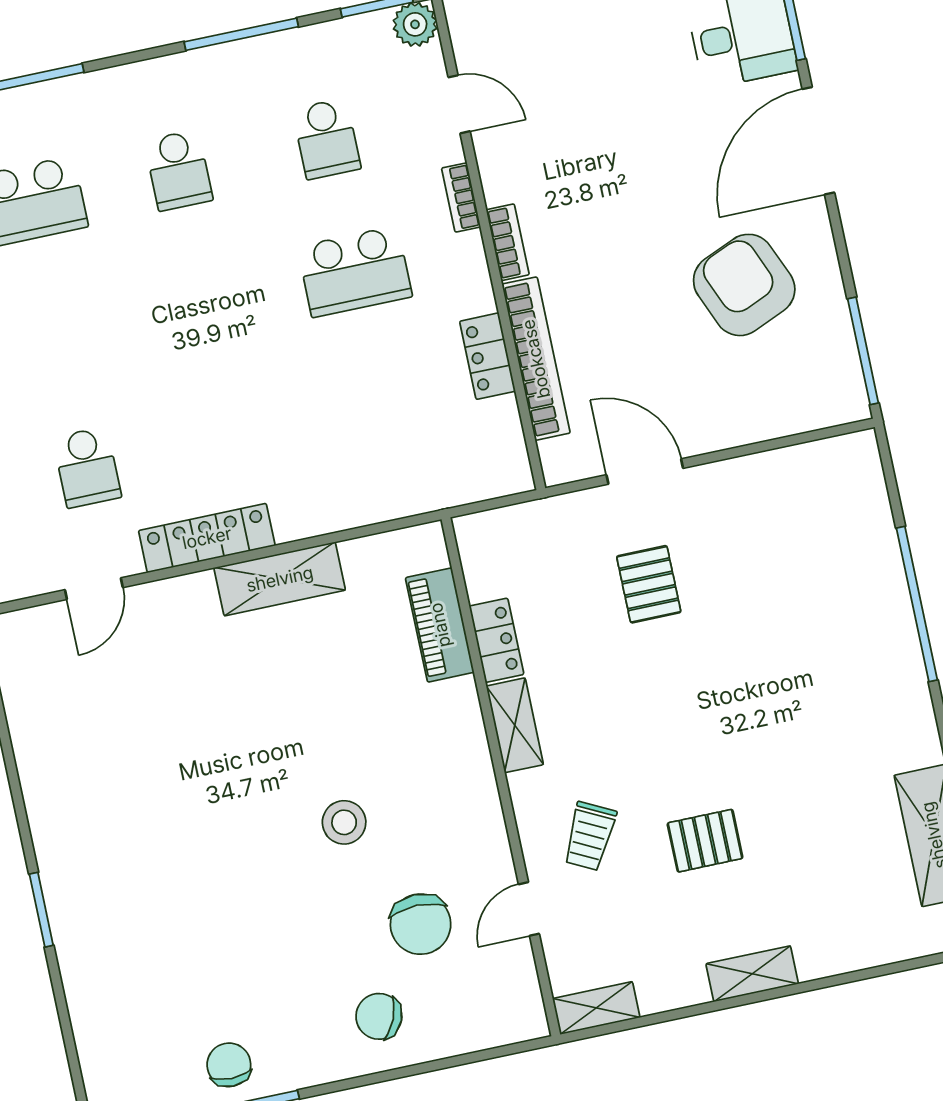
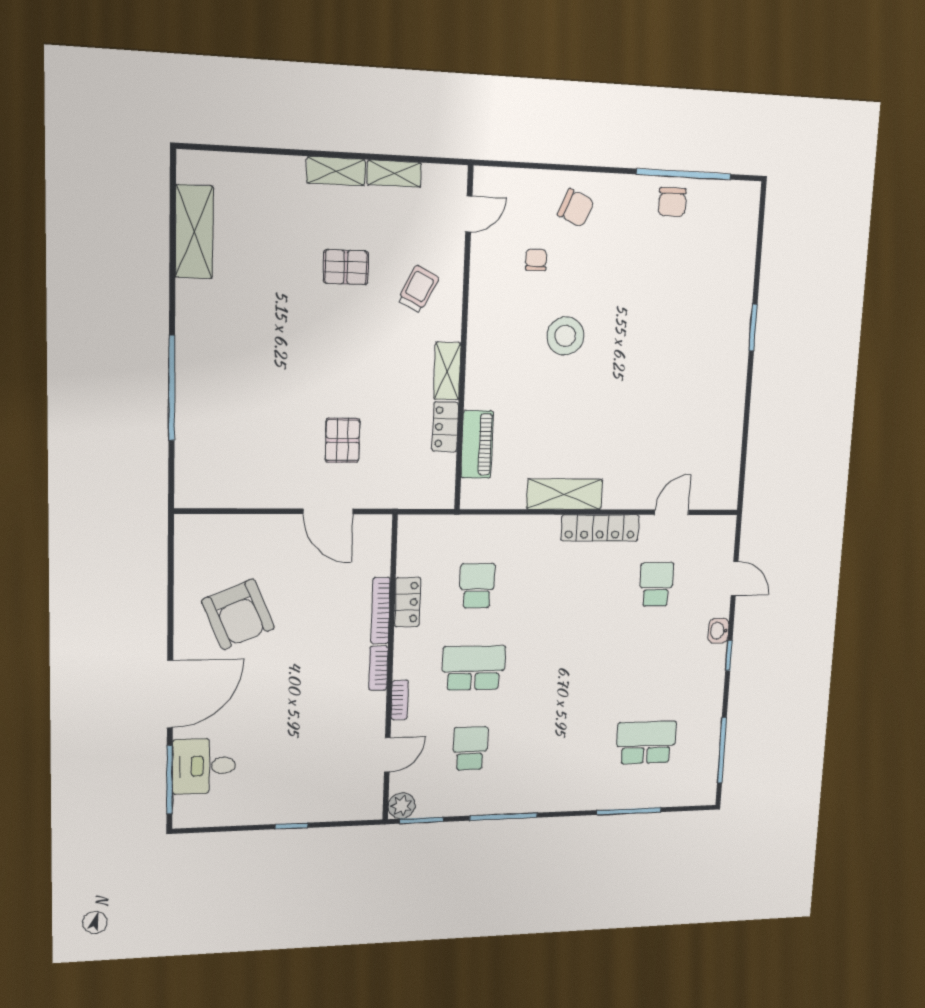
door: (459, 104) -> (387, 755), swing flipped
school desk: (179, 170) -> (477, 586), moved
window: (863, 351) -> (171, 558), removed
bookcase: (536, 359) -> (381, 611), width x0.68, depth x0.76
stool: (344, 822) -> (565, 336), width x1.38, depth x1.38
door: (529, 909) -> (469, 214), moved
chair: (421, 924) -> (536, 260), width x0.54, depth x0.54
shelving: (596, 1008) -> (394, 174), moved

